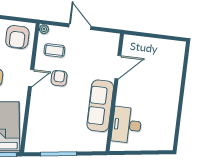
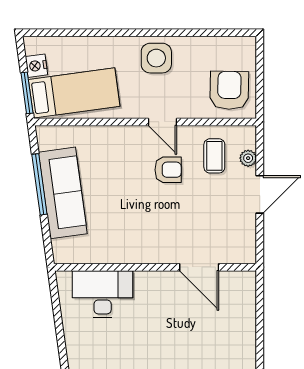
plant: (44, 29) -> (248, 158), moved
armchair: (17, 37) -> (229, 90), turned 91
sofa: (100, 106) -> (63, 193), moved, turned 82

